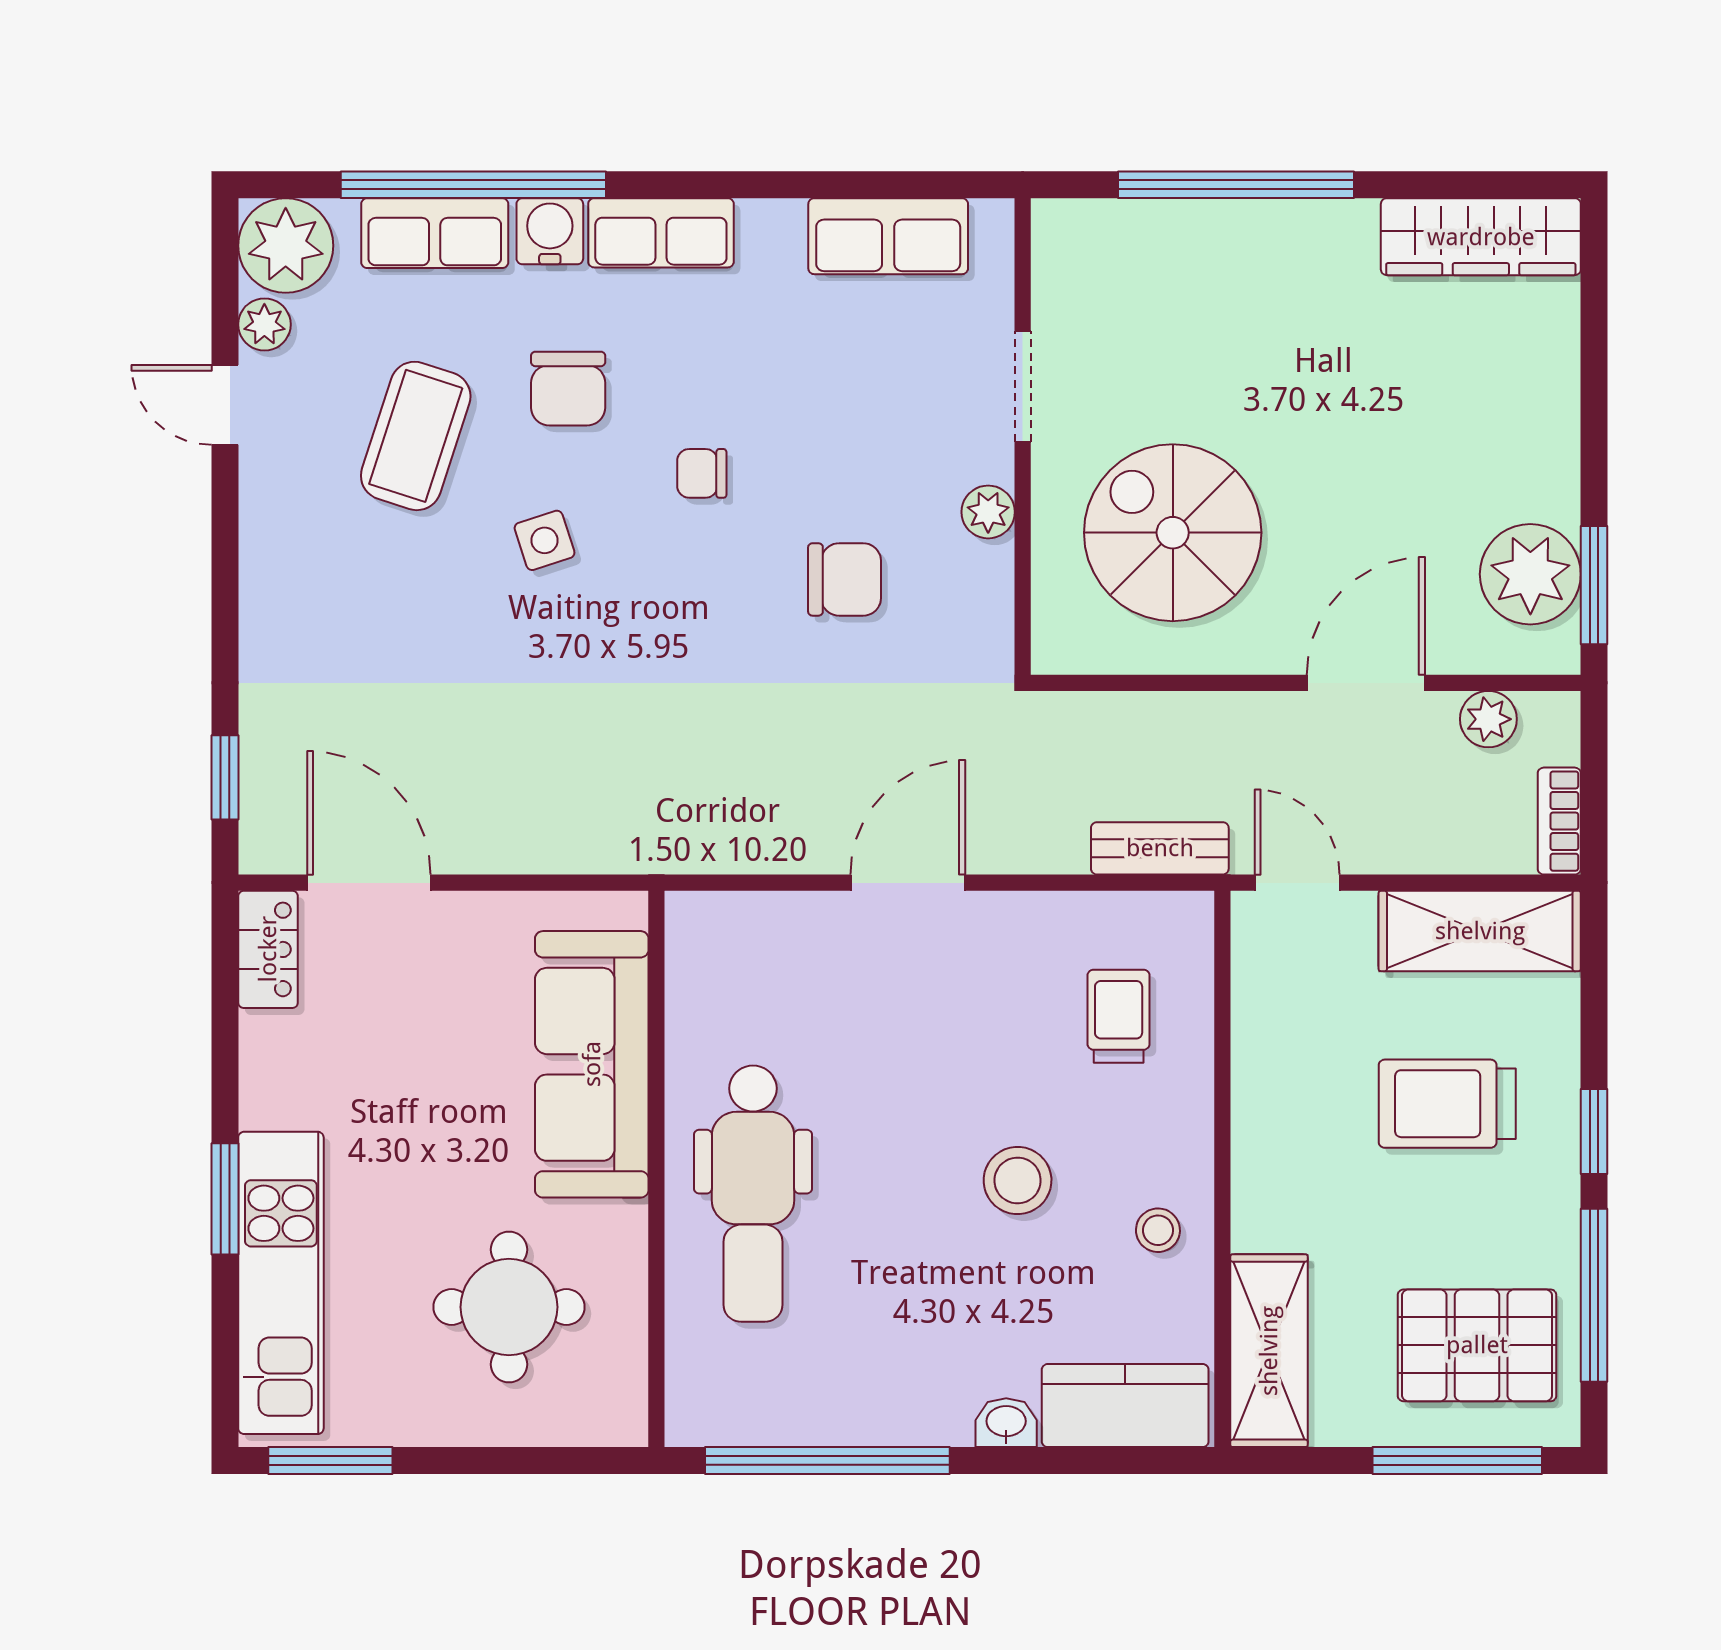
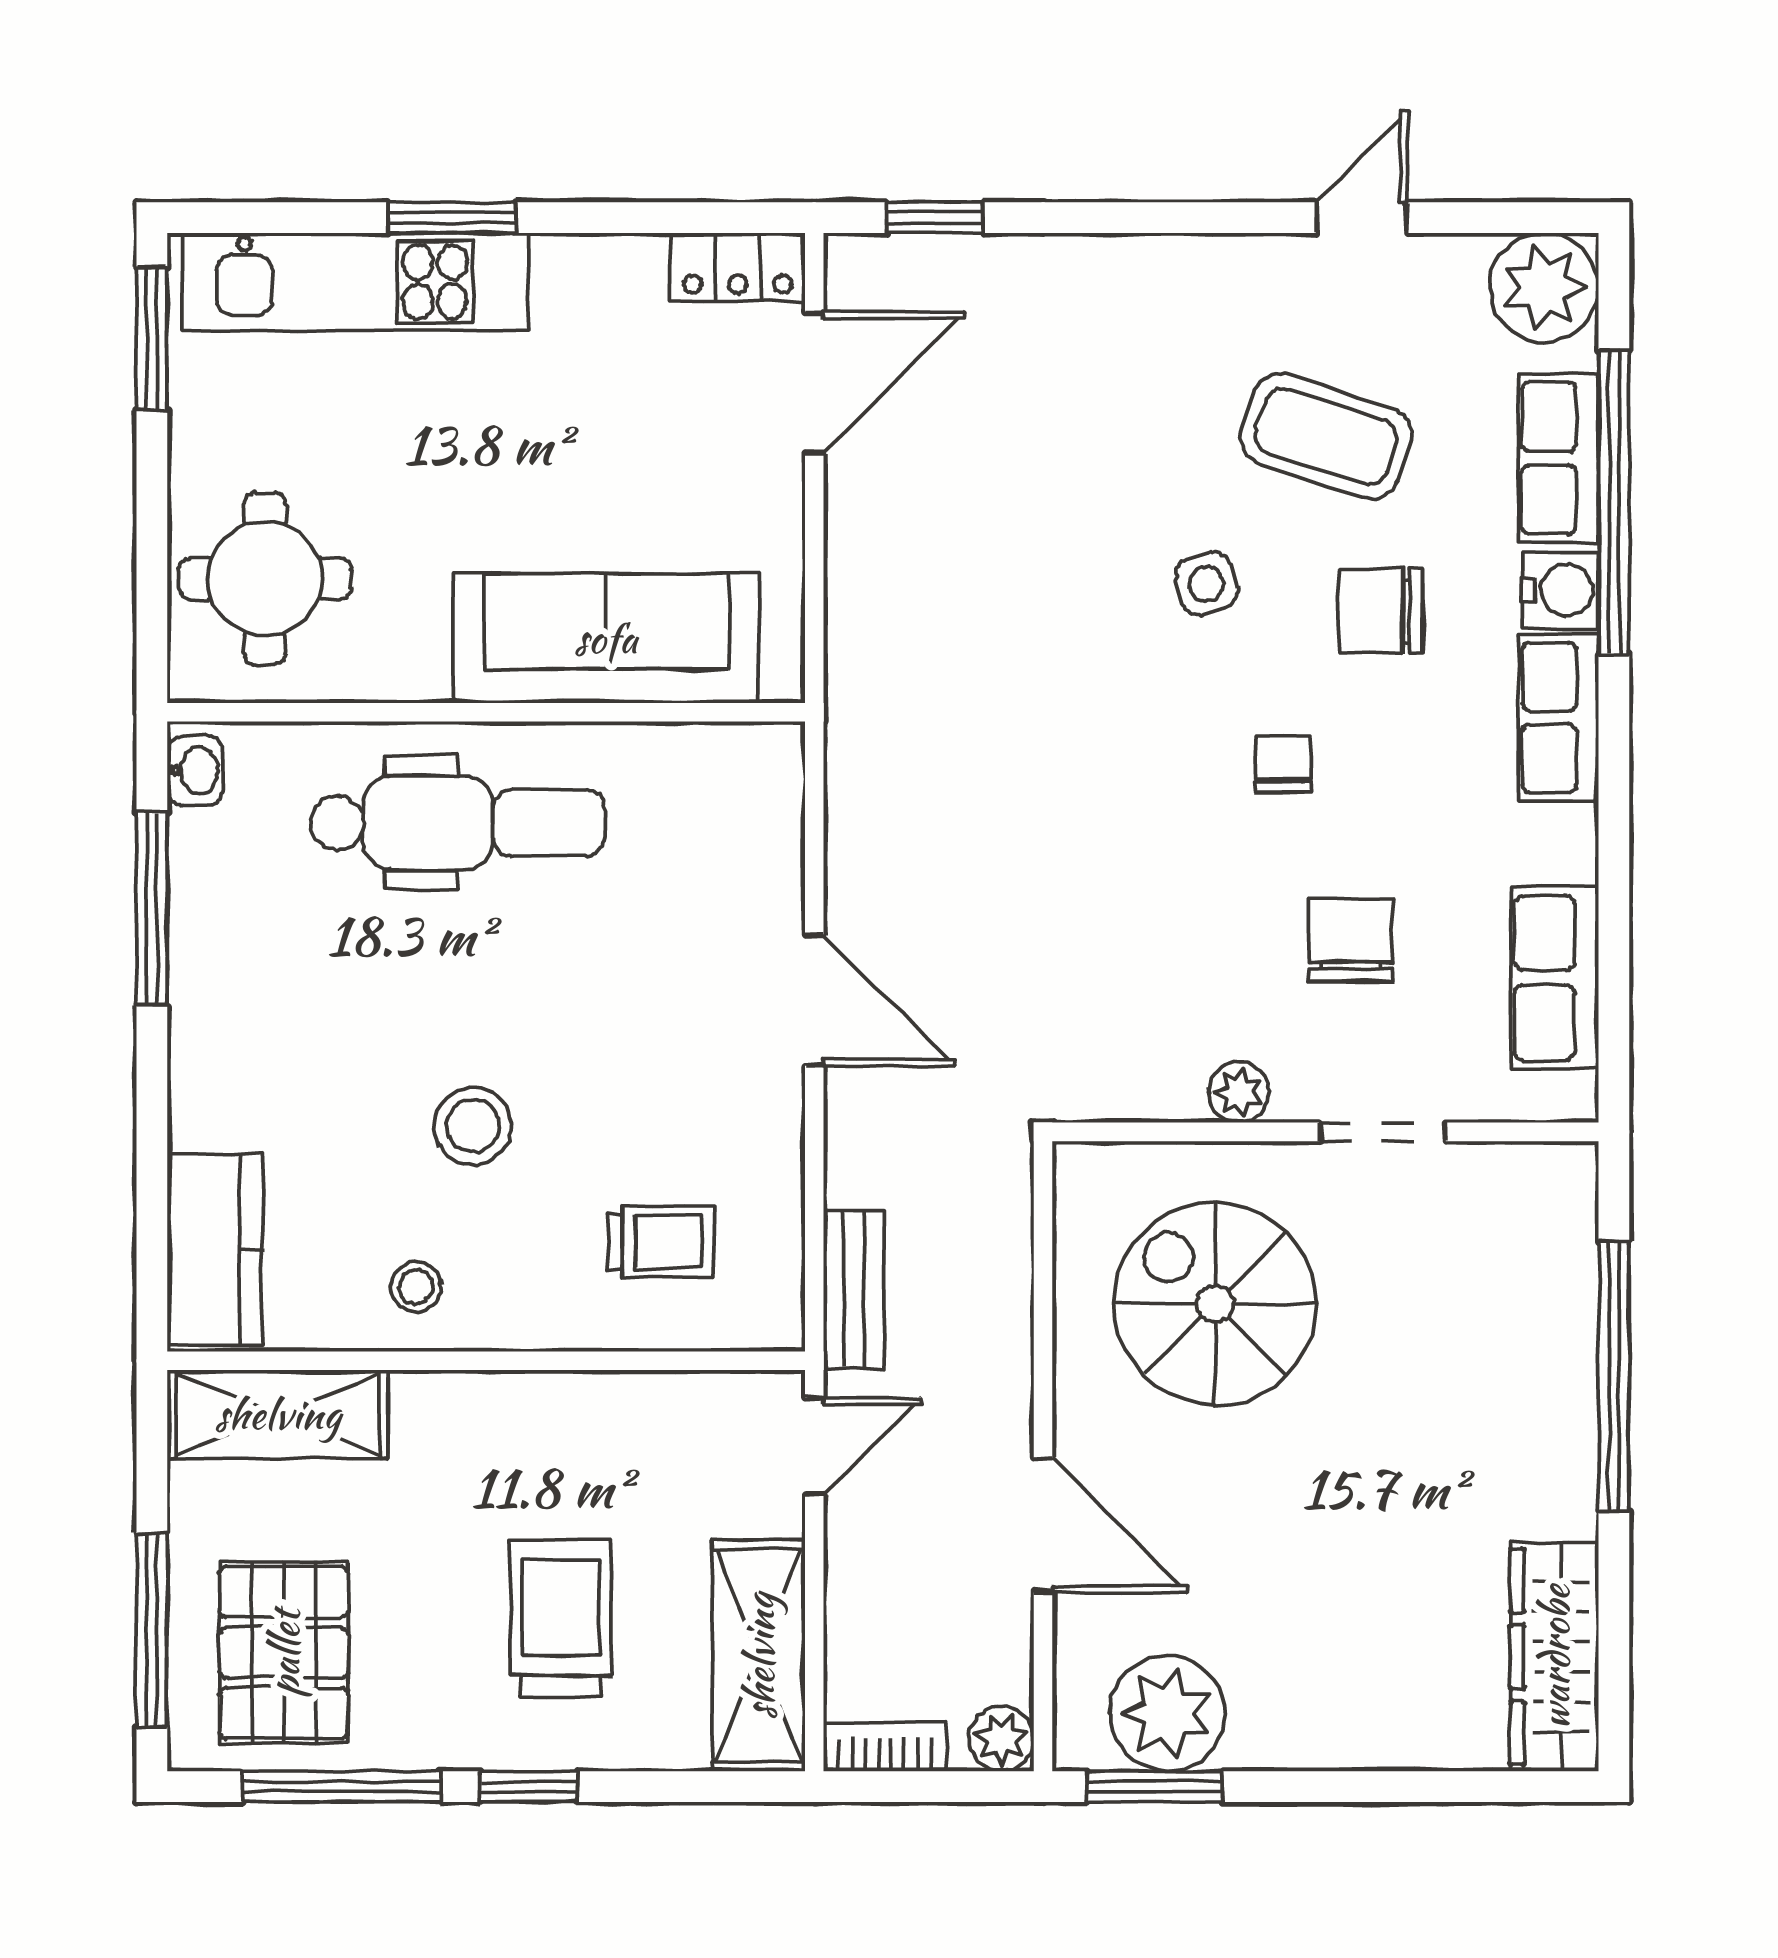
plant: (264, 324) -> (1454, 263), removed
spiral stairs: (1173, 533) -> (1215, 1304), turned -90
chair: (845, 579) -> (1351, 941), moved, turned 180
plant: (1488, 719) -> (1001, 1739), moved
dental chair: (753, 1194) -> (458, 823), turned 180
round table: (509, 1307) -> (265, 578), moved
washbasin: (1006, 1423) -> (195, 771), moved
window: (827, 1461) -> (152, 908), width x0.68

